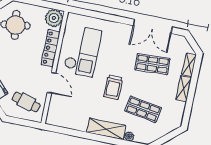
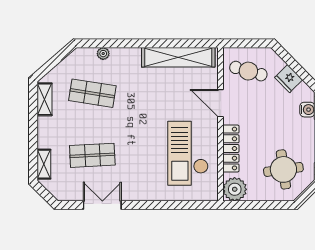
double door: (153, 26) -> (102, 205), width x0.73
trolley: (113, 87) -> (138, 114), removed
shelving: (184, 89) -> (45, 99), moved
shelving: (106, 129) -> (178, 57), moved, width x1.47

